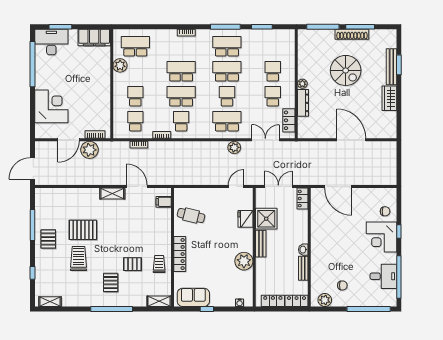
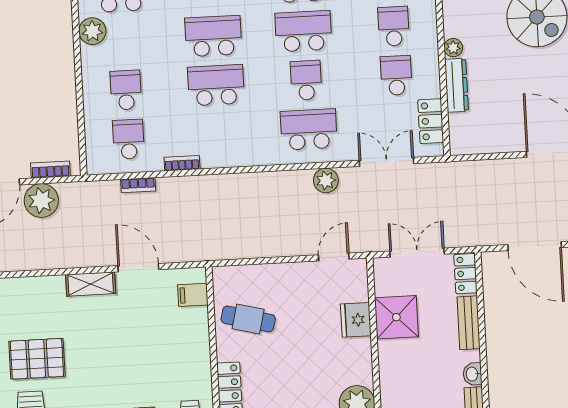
school desk: (181, 121) -> (219, 134), removed
bench: (261, 244) -> (469, 323), moved

